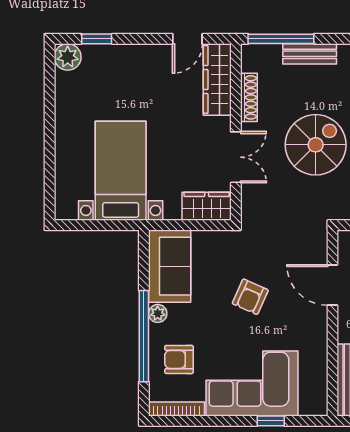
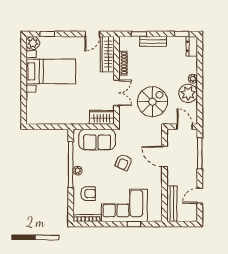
window: (281, 39) -> (139, 34), width x0.46
spiral stairs: (316, 145) -> (152, 102), moved
bed with nightstands: (121, 171) -> (51, 71), moved, turned 90
sofa: (170, 266) -> (97, 139), moved, turned 90
window: (144, 336) -> (71, 164), moved
armchair: (179, 359) -> (88, 194), turned 180

